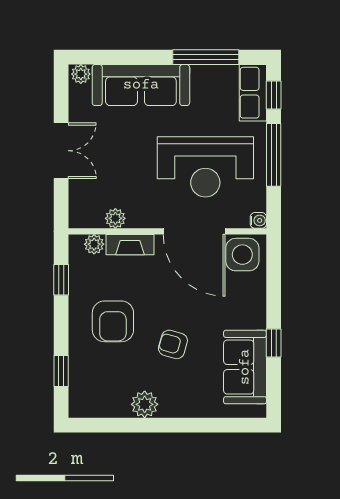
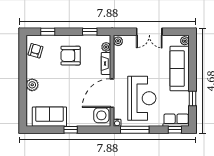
window: (206, 57) -> (192, 98), width x0.46
window: (274, 155) -> (135, 130), moved
reception desk: (205, 167) -> (142, 98), turned 180
plant: (115, 218) -> (118, 41), moved
window: (274, 343) -> (71, 130), moved
armchair: (173, 344) -> (35, 51), moved
plant: (145, 404) -> (32, 85), moved

